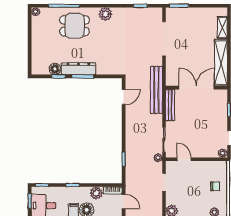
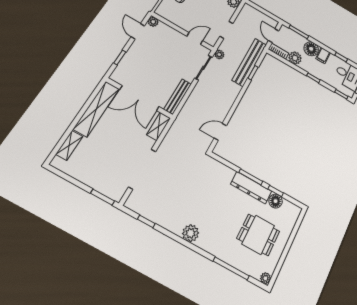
dining table: (75, 26) -> (258, 235), moved
shelving: (171, 75) -> (159, 126), added
bench: (156, 90) -> (249, 62), moved
door: (184, 159) -> (195, 38), swing flipped

